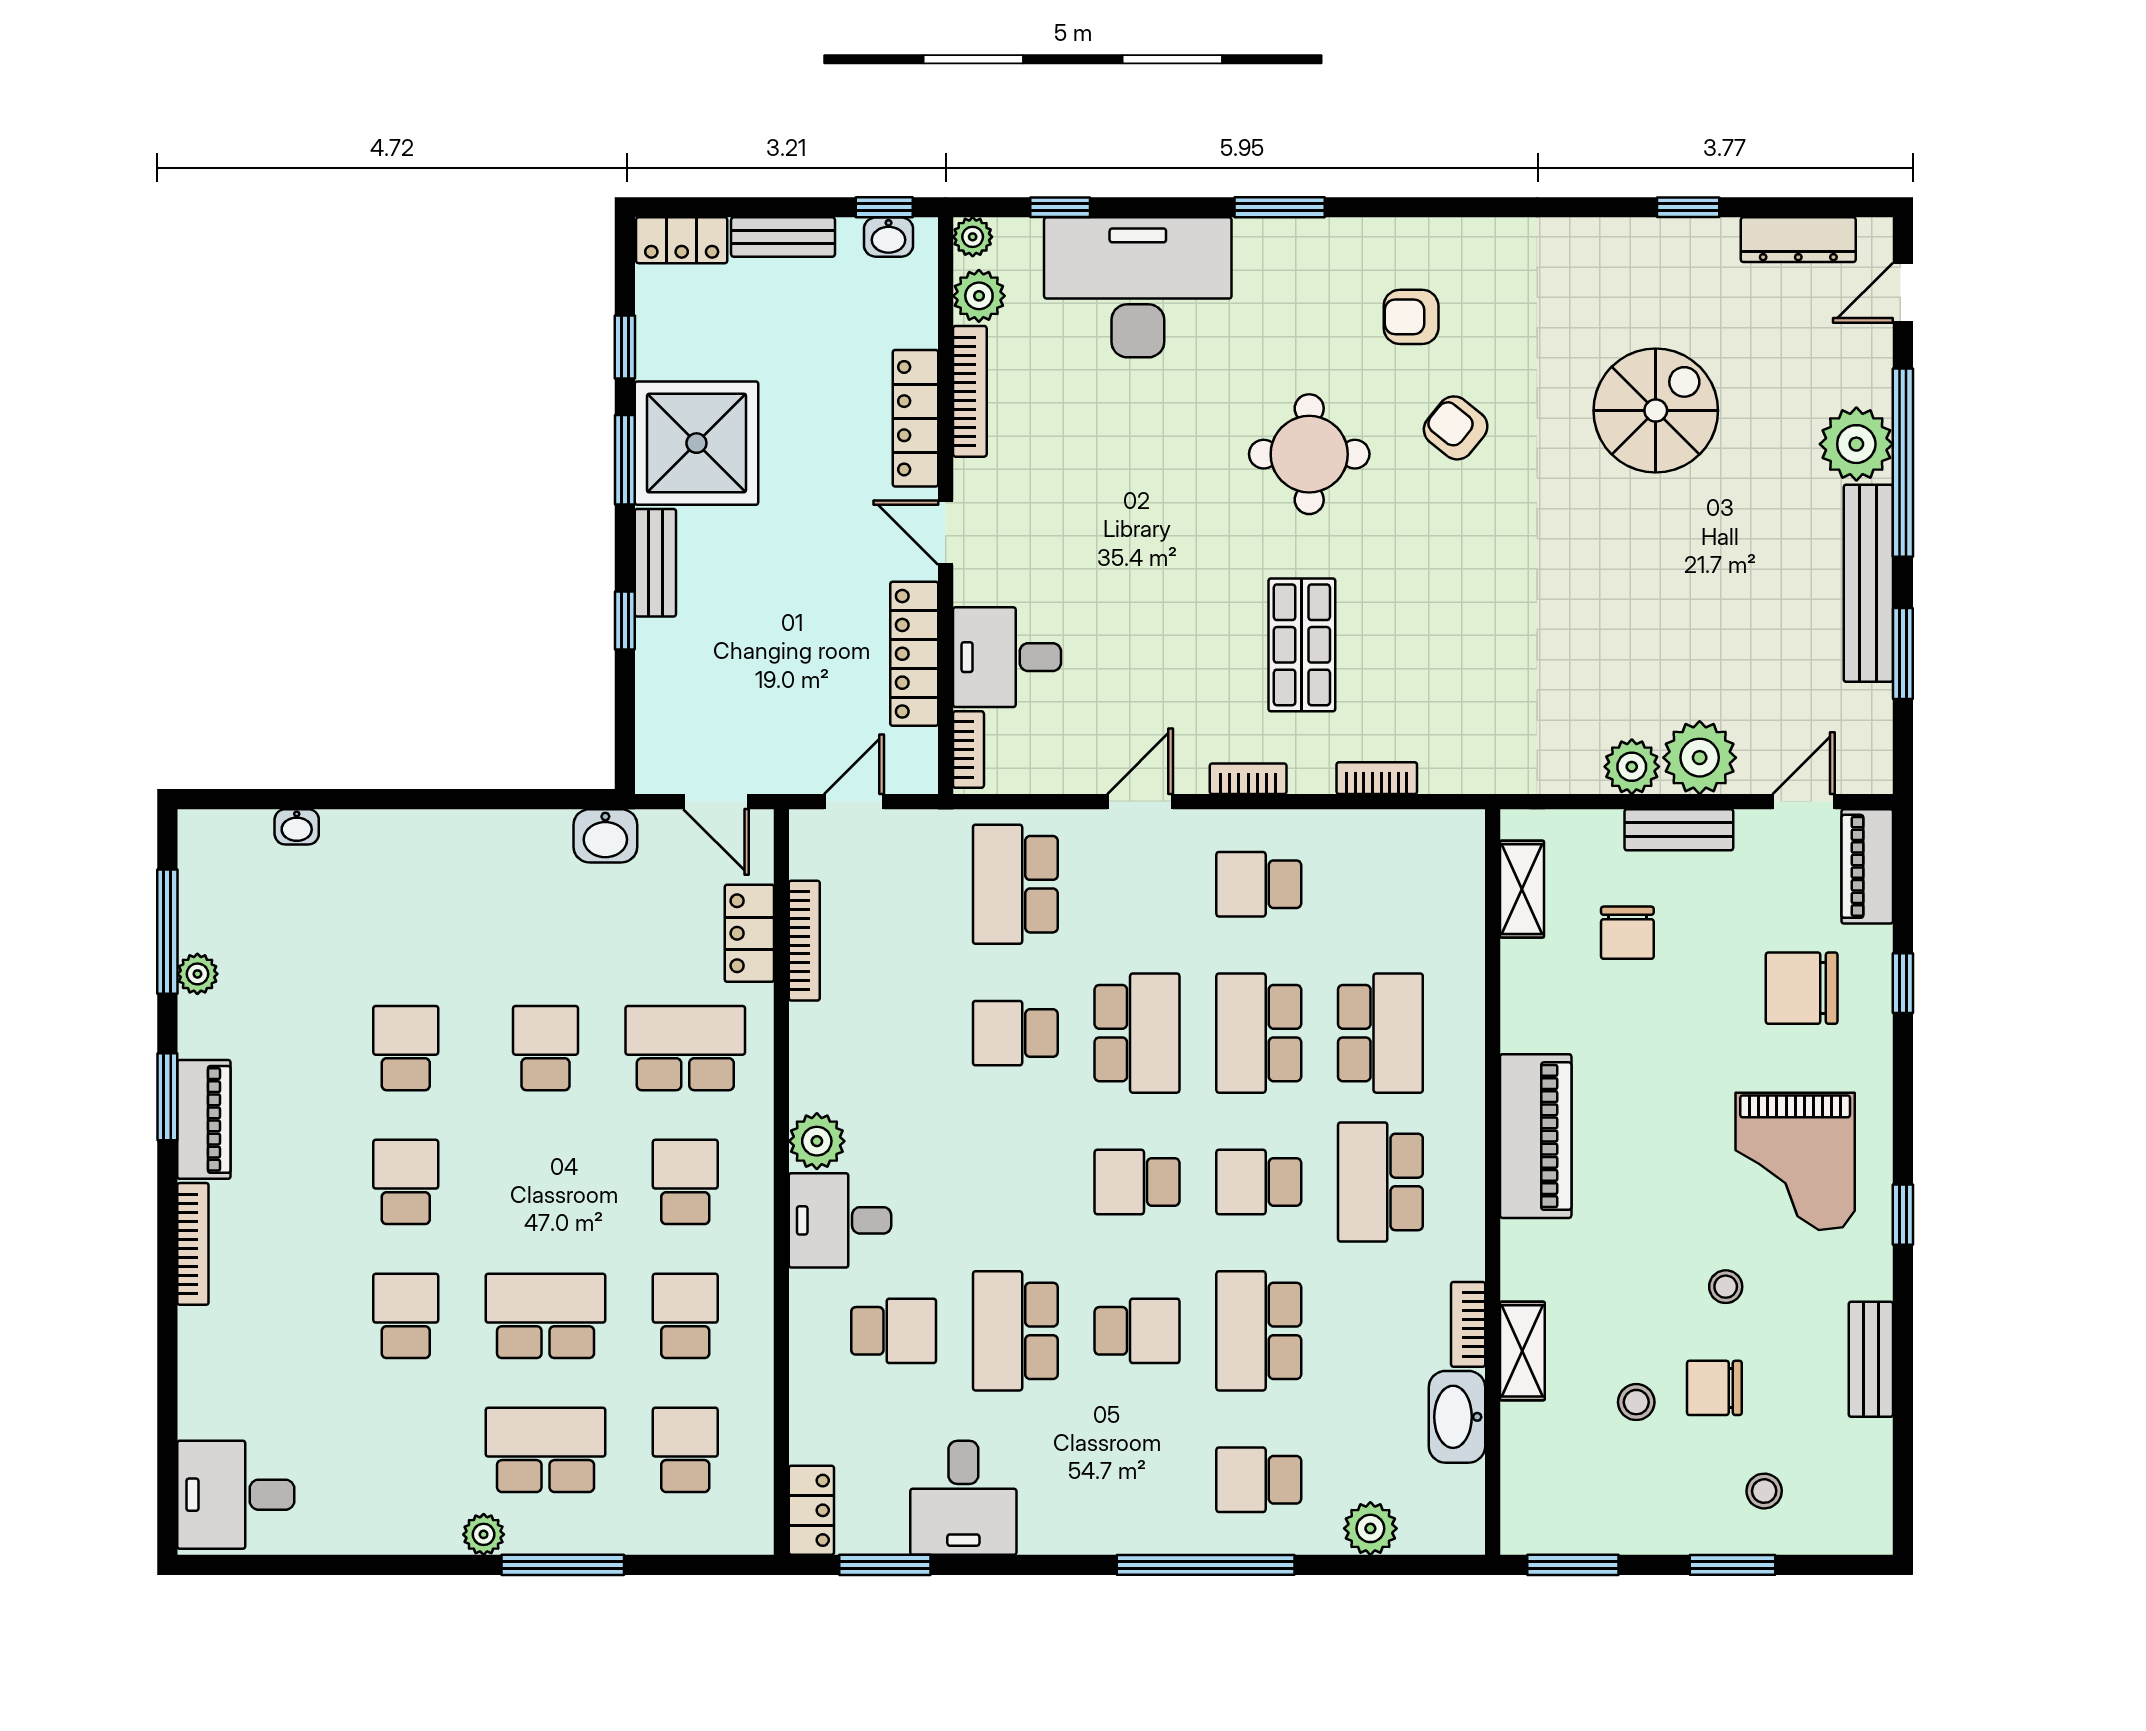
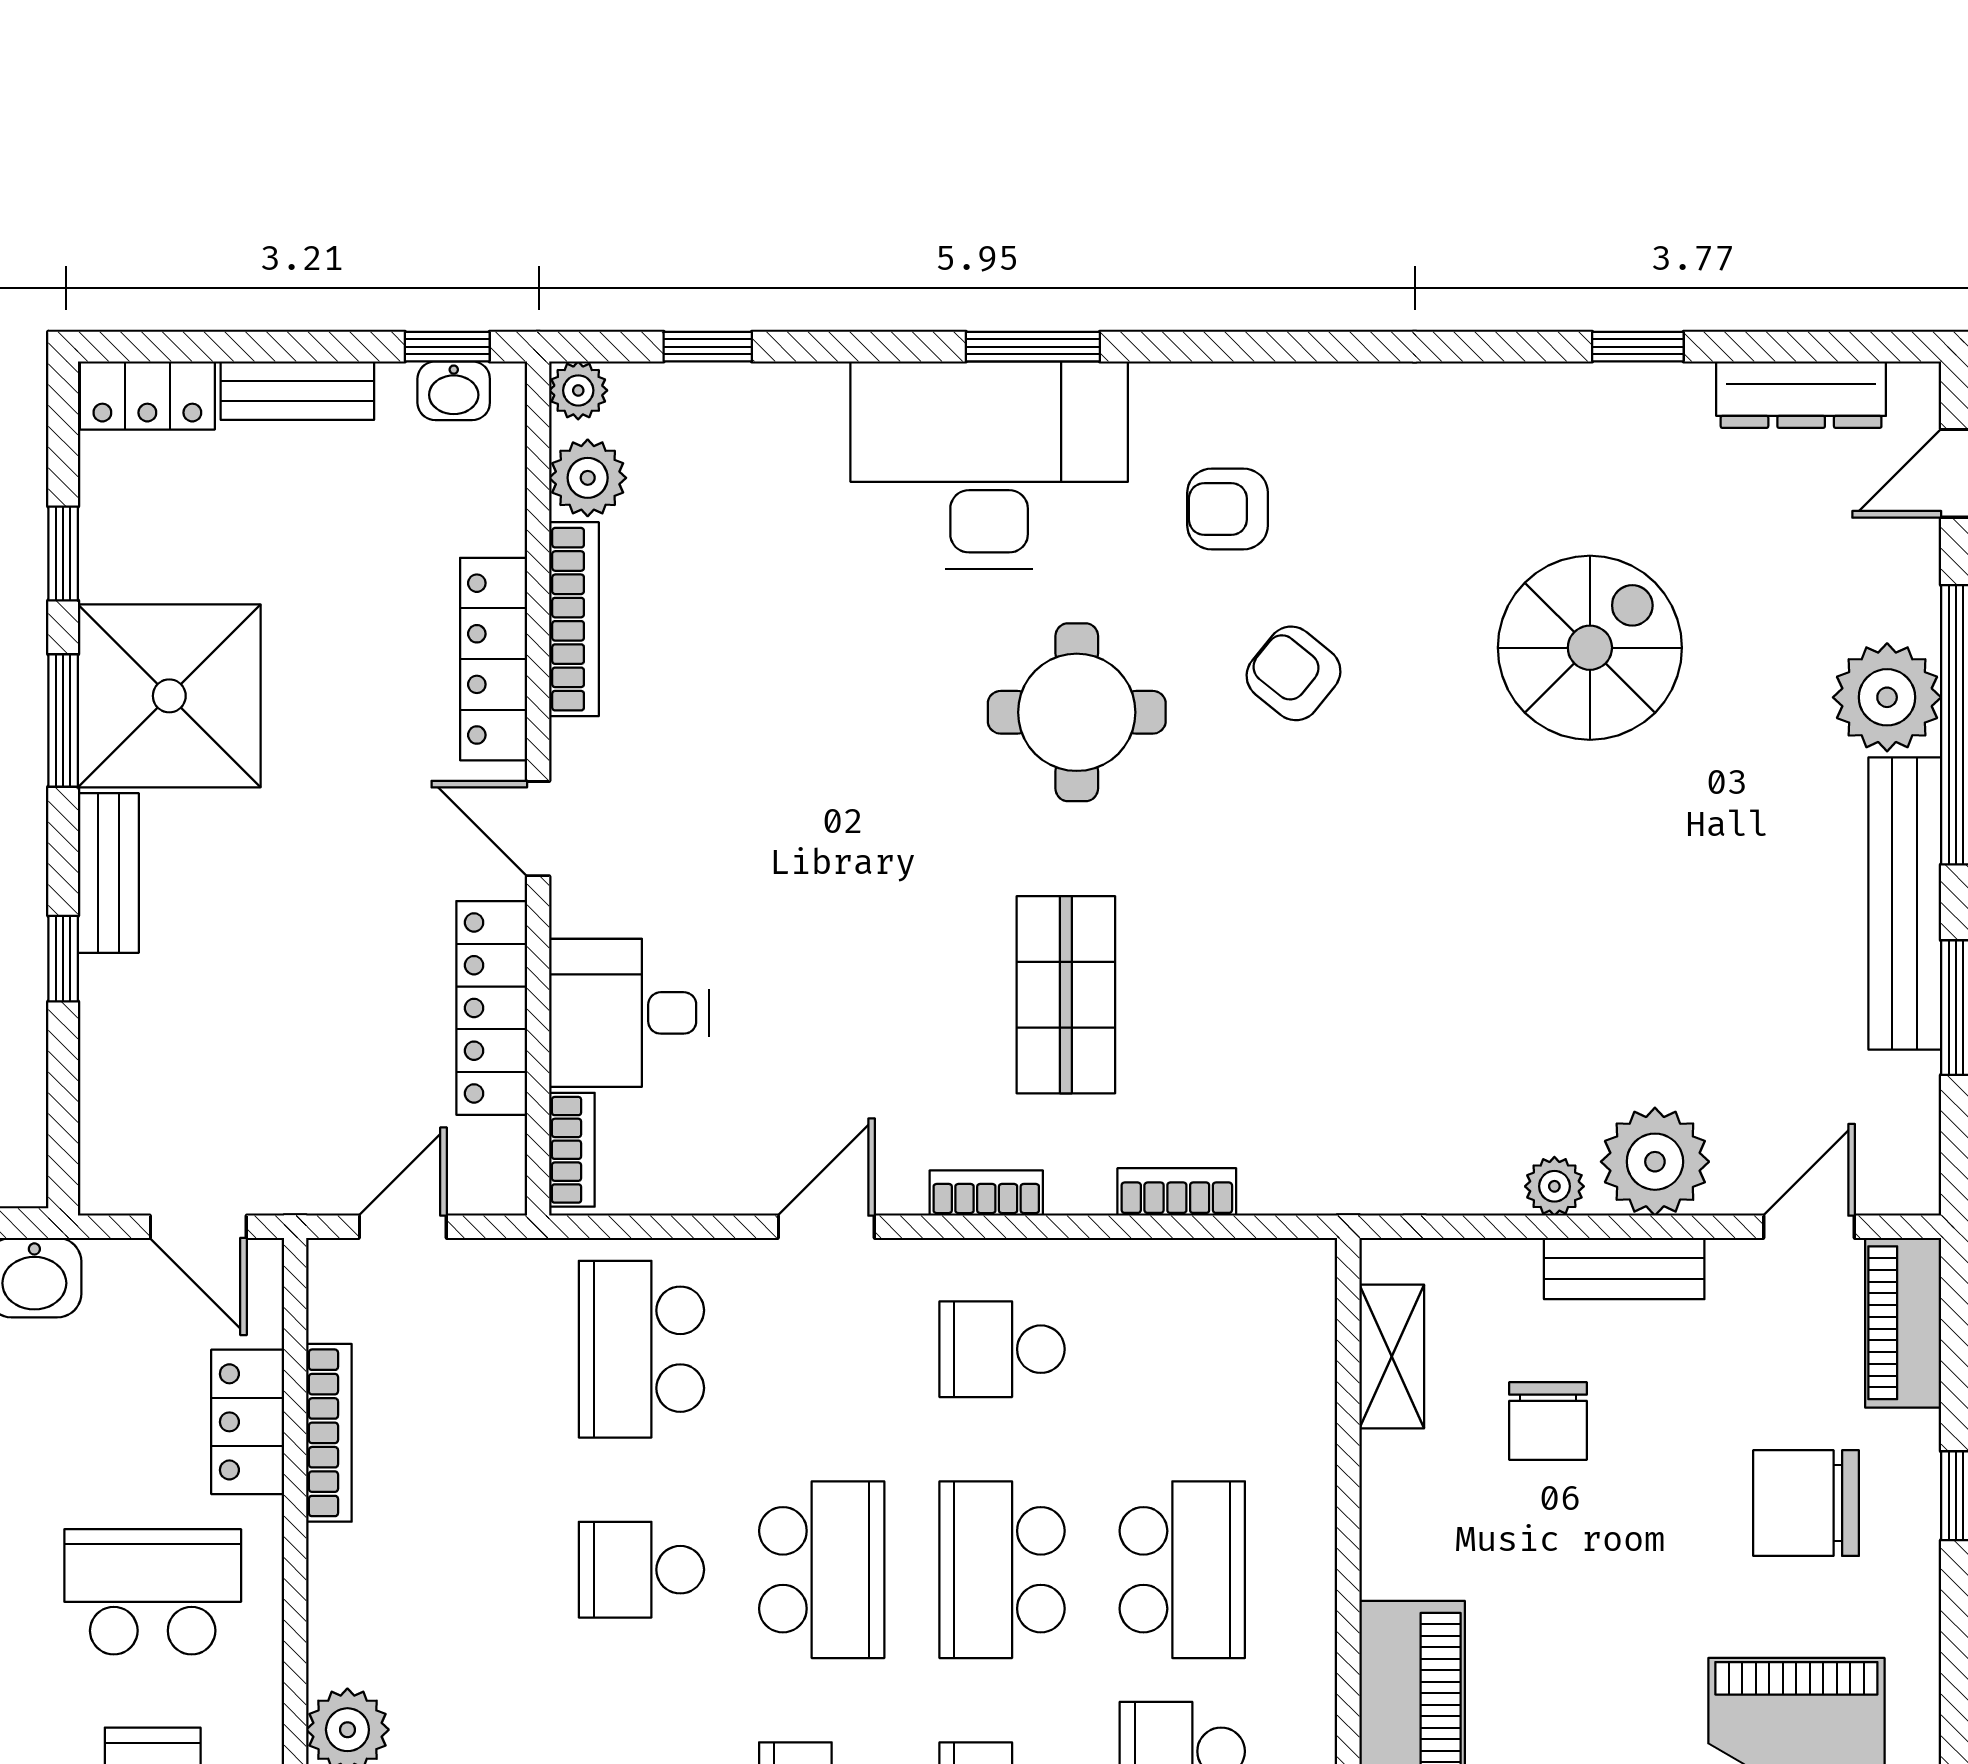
desk: (1138, 287) -> (989, 465), moved
plant: (1632, 767) -> (1554, 1186), width x0.73, depth x0.73

